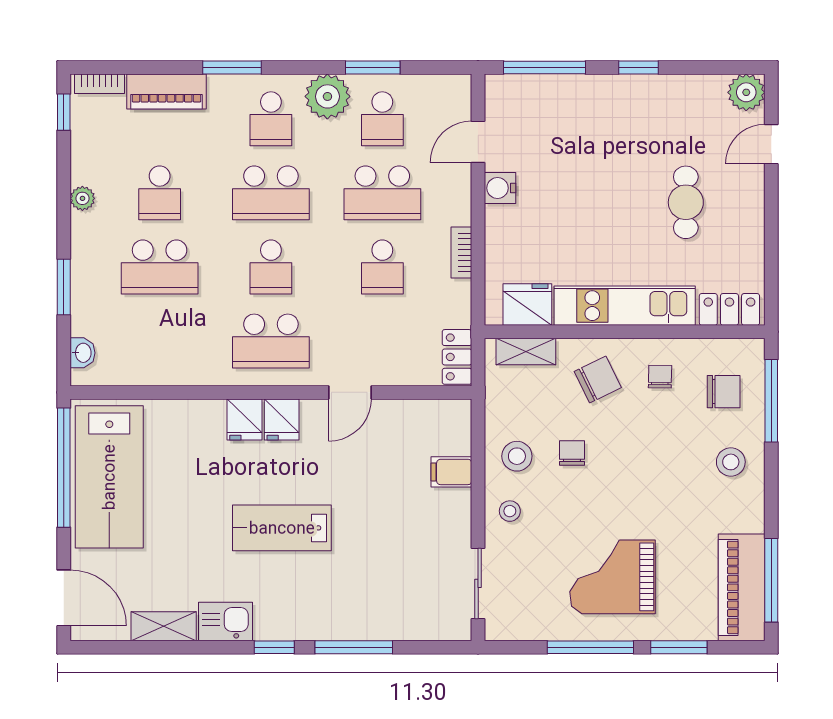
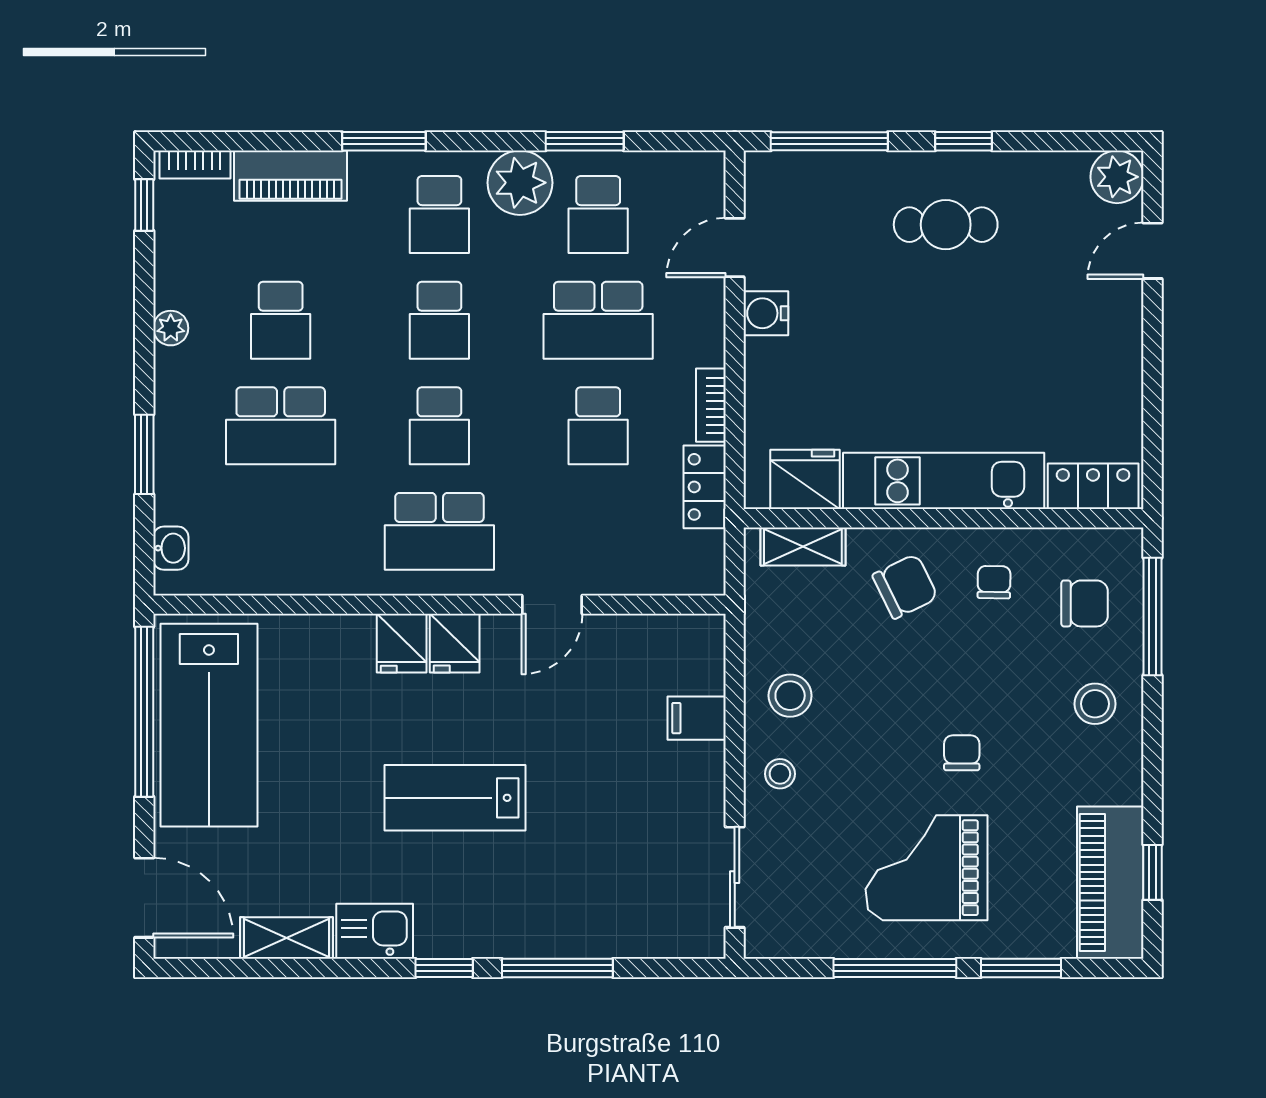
school desk: (271, 193) -> (439, 320), width x0.54
cafe table: (686, 202) -> (946, 225), moved, turned 90
locker: (457, 357) -> (705, 487), moved
chair: (572, 453) -> (962, 753), moved
window: (771, 580) -> (1152, 872), width x0.46

